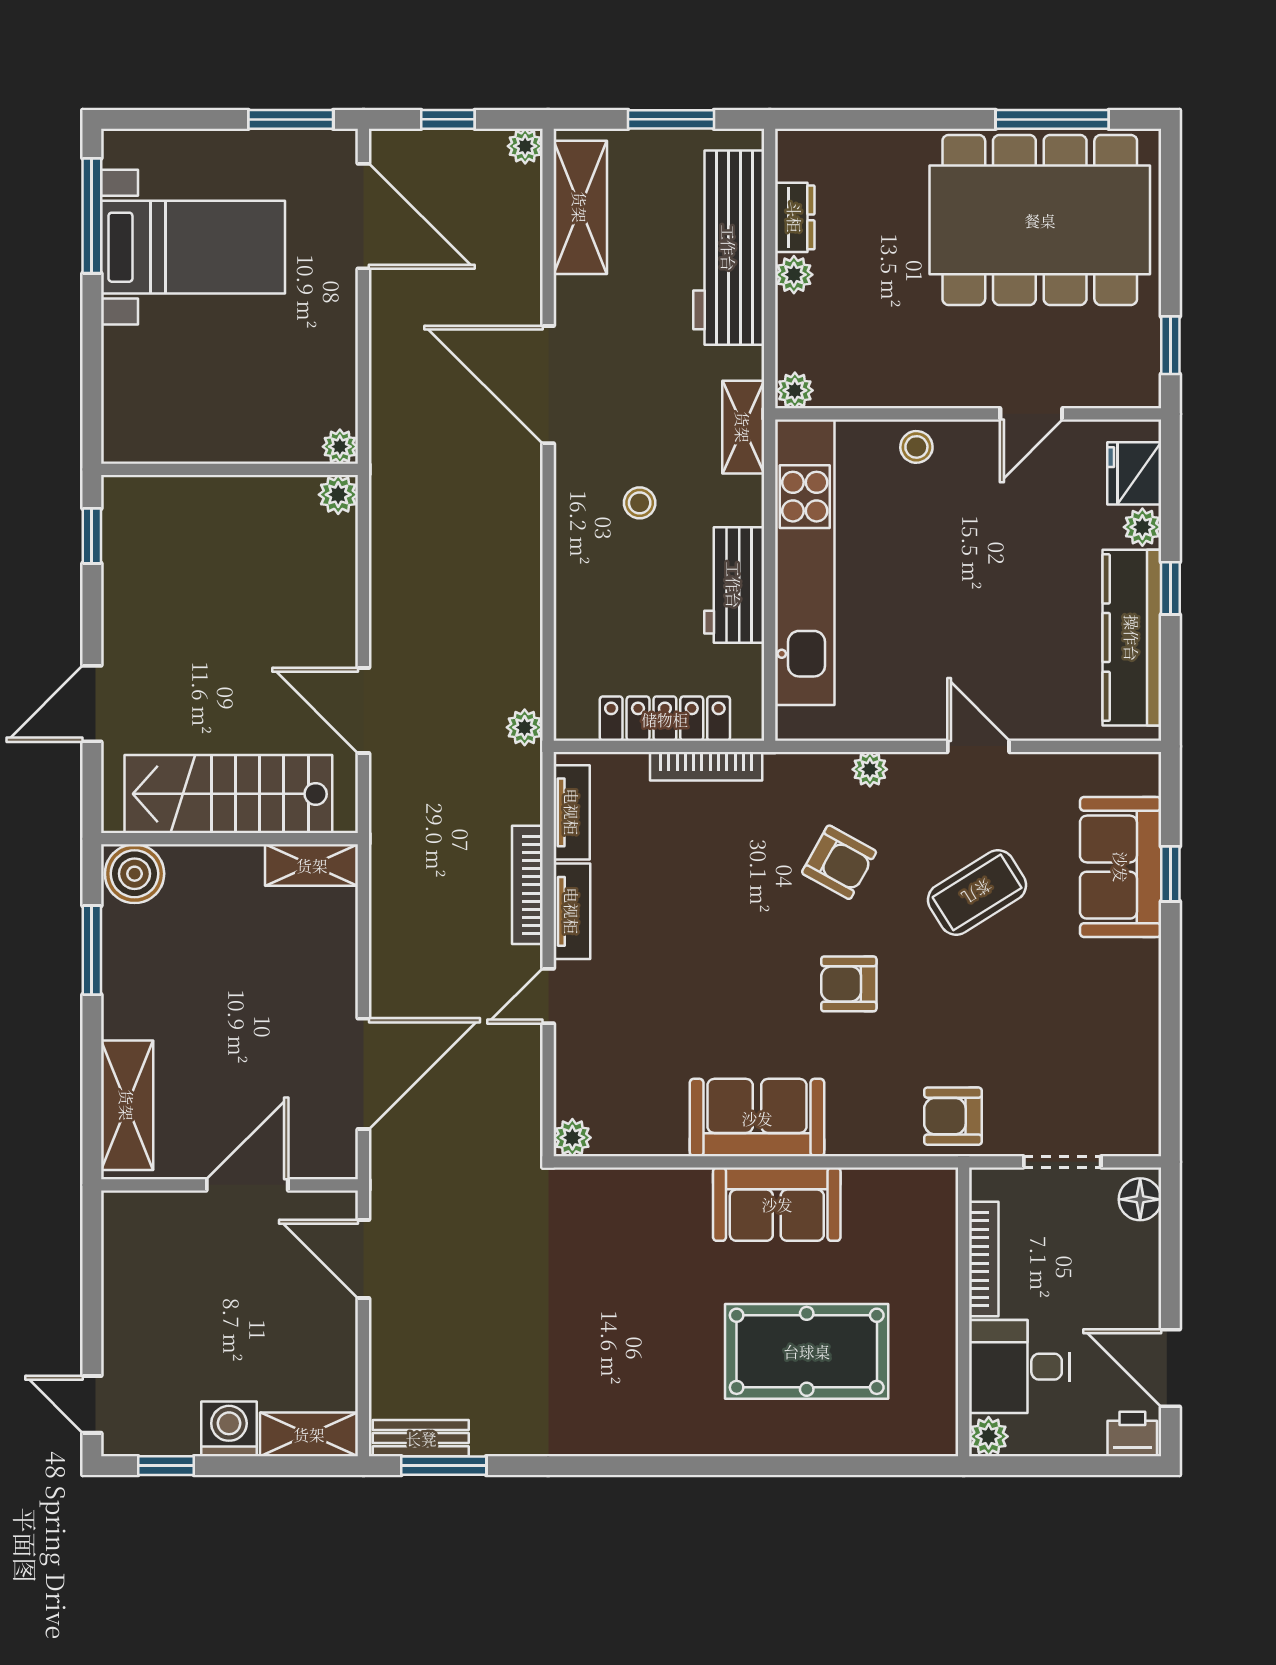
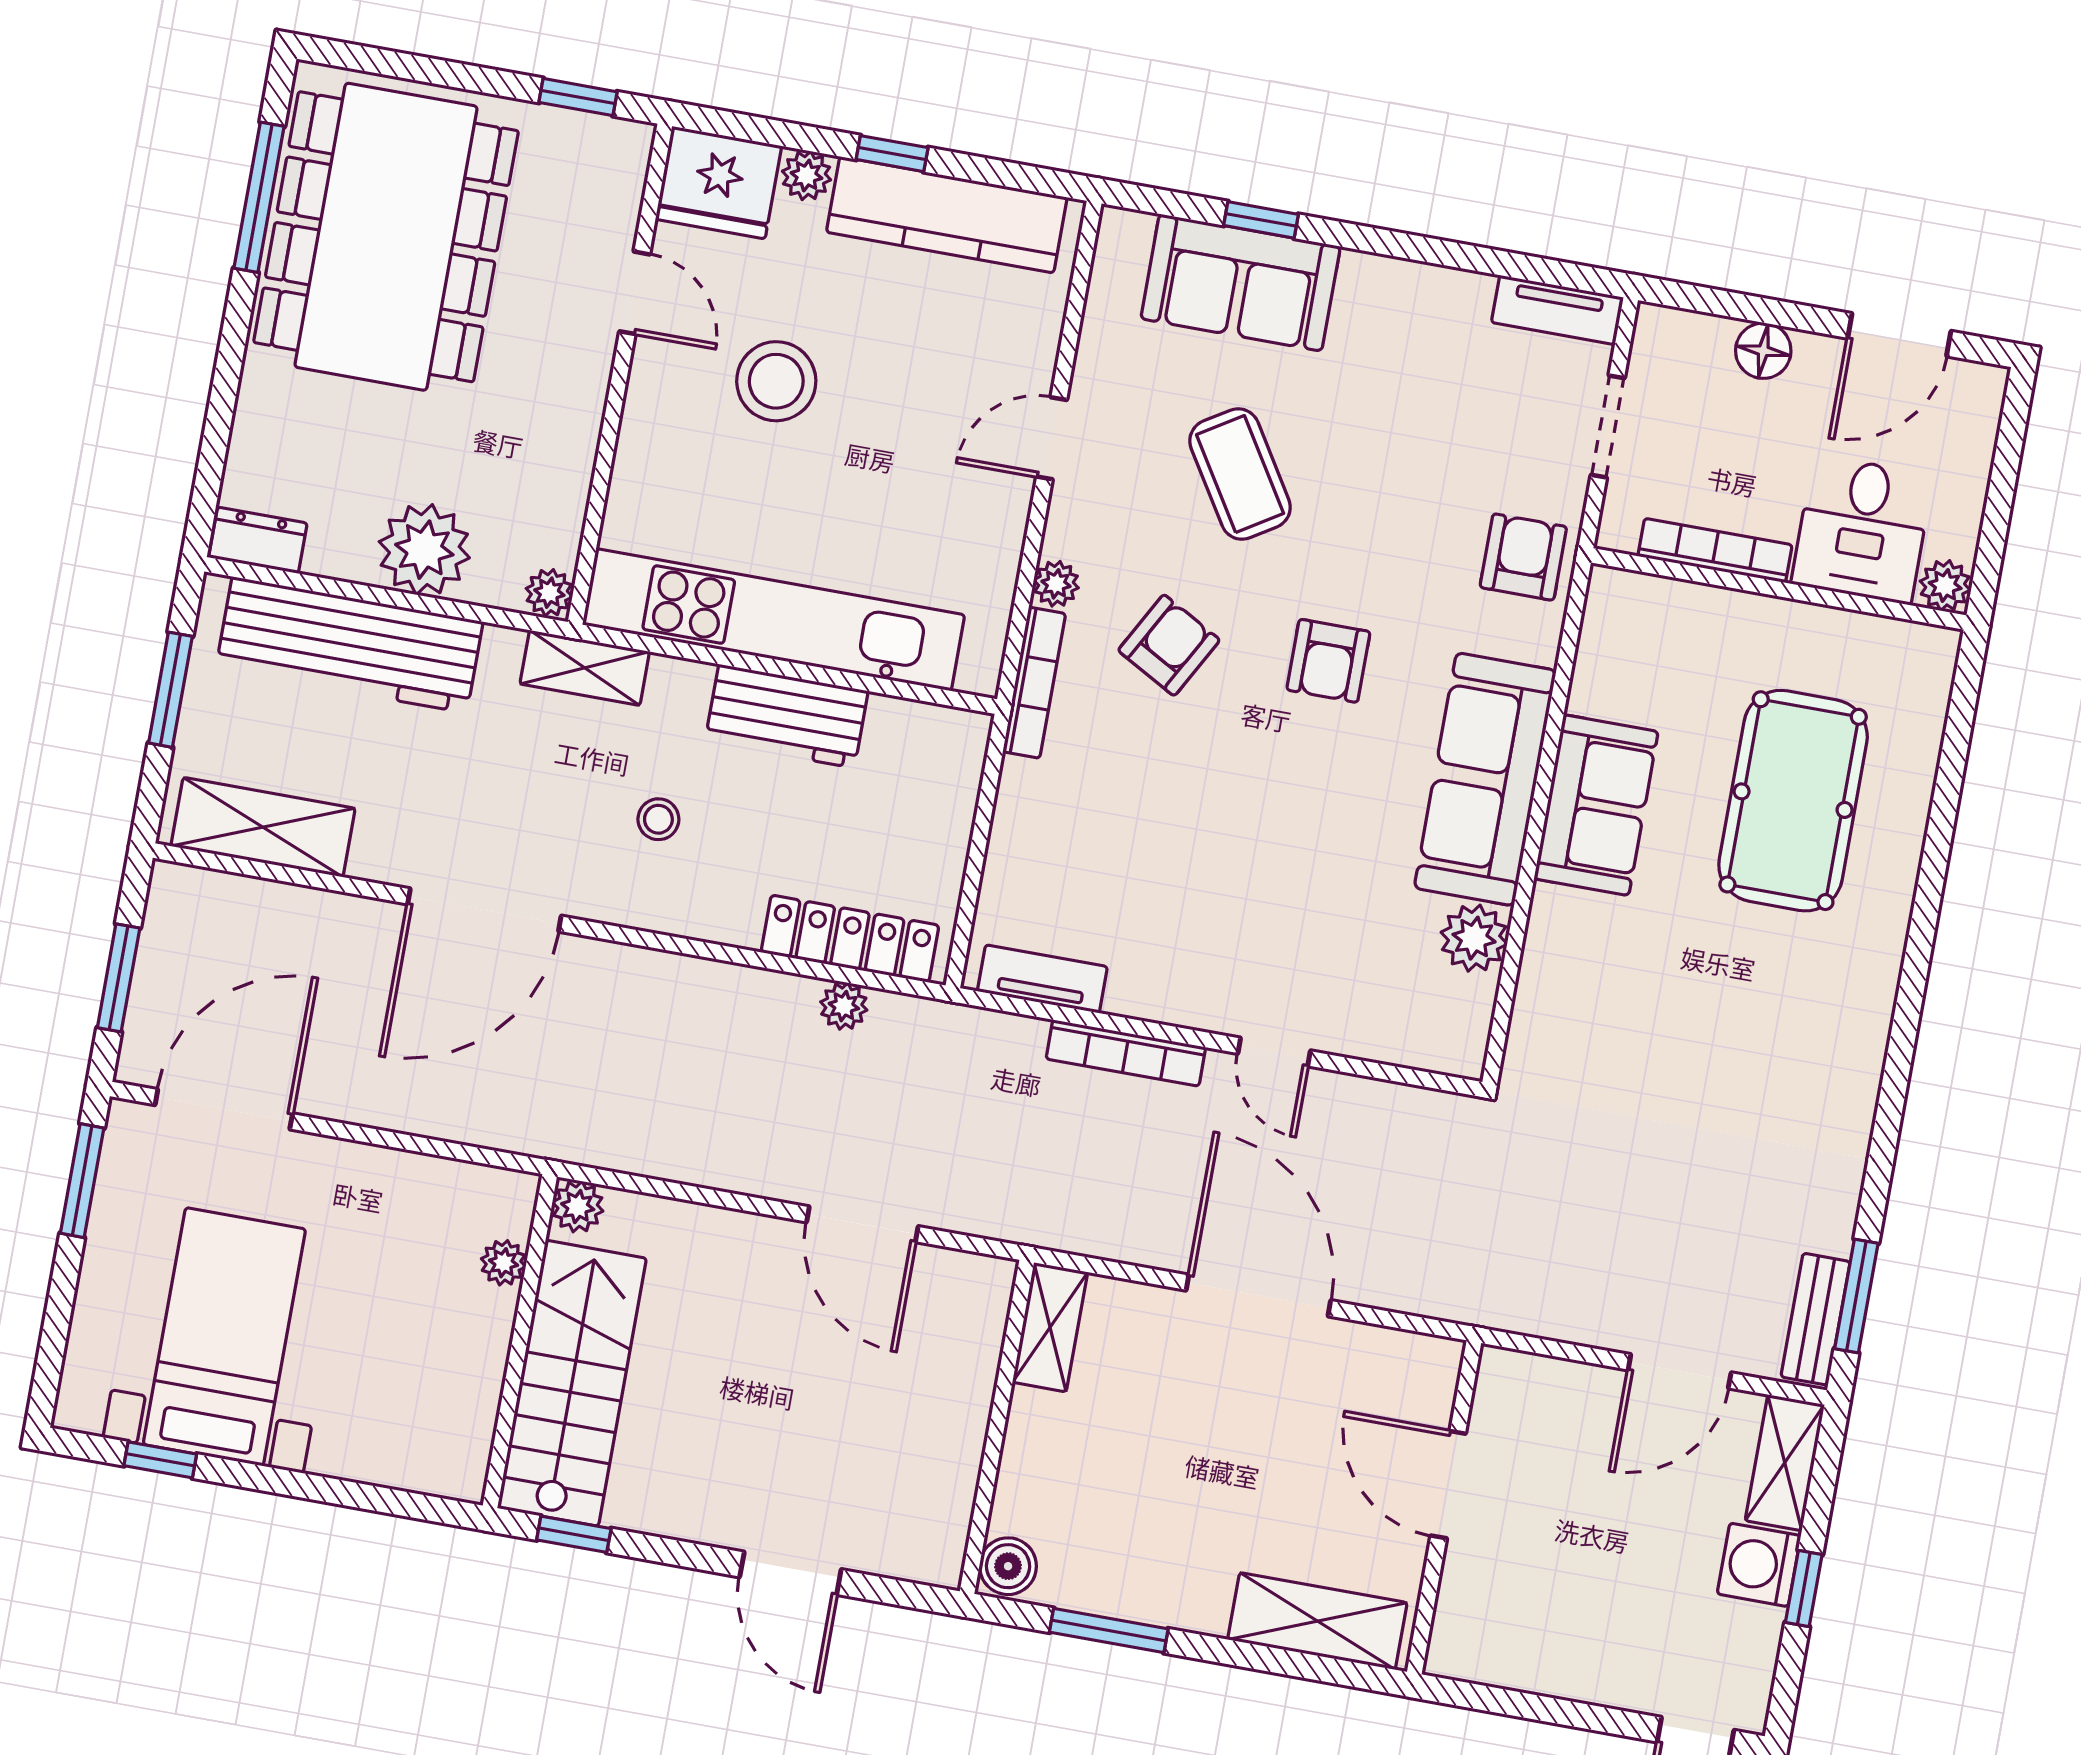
window: (448, 119) -> (119, 978), width x1.50
plant: (525, 146) -> (171, 884), removed
window: (92, 216) -> (160, 1460), width x0.46
dresser: (795, 217) -> (258, 540), moved
plant: (794, 275) -> (424, 550), width x1.88, depth x1.88
plant: (340, 447) -> (504, 1263), moved
stool: (916, 447) -> (776, 381), moved, width x1.89, depth x1.89
fridge: (1134, 473) -> (719, 183), width x1.36, depth x1.34
door: (363, 710) -> (862, 1224), hinge flipped
locker: (665, 719) -> (850, 939), moved, turned 90
plant: (525, 727) -> (844, 1006), moved
bookcase: (706, 766) -> (1034, 683), moved
stairs: (228, 794) -> (572, 1383), moved, turned 180
boiler: (135, 874) -> (1008, 1566), width x0.73, depth x0.73
tv unit: (572, 911) -> (1557, 310), moved, turned 180
door: (363, 1074) -> (1258, 1295), moved
armchair: (953, 1116) -> (1523, 557), turned 180
sofa: (757, 1118) -> (1485, 779), width x1.36
plant: (572, 1138) -> (1474, 938), moved, width x1.38, depth x1.38
floor lamp: (1140, 1199) -> (1763, 351), moved
door: (363, 1259) -> (1680, 1371), moved
printer: (1132, 1434) -> (1976, 399), removed
window: (166, 1466) -> (1804, 1589), moved

